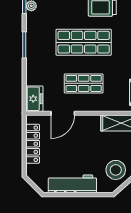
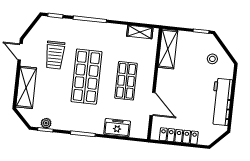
freezer: (34, 99) -> (117, 128), moved
stool: (116, 170) -> (212, 59), width x0.53, depth x0.53

